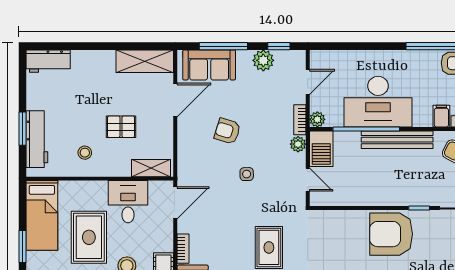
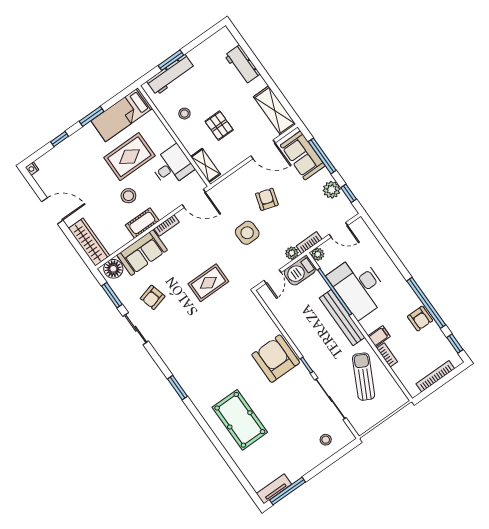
workbench: (48, 61) -> (242, 65), moved
side table: (247, 174) -> (247, 233), width x1.87, depth x1.87

